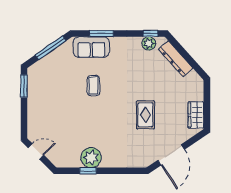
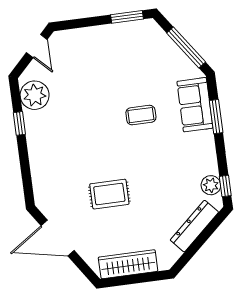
wardrobe: (196, 115) -> (128, 264), width x1.50
plant: (91, 158) -> (35, 95), moved

